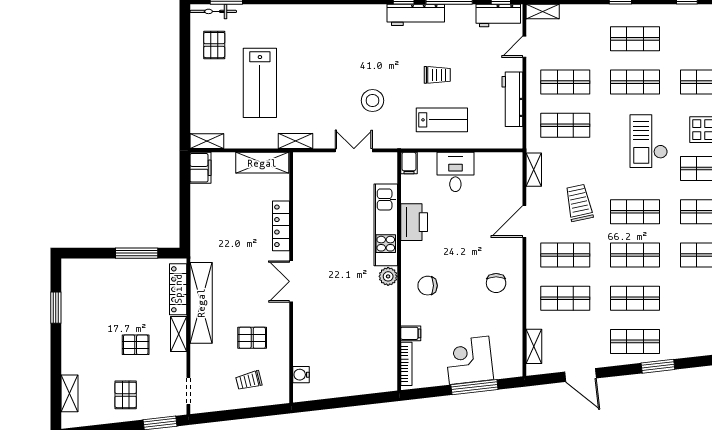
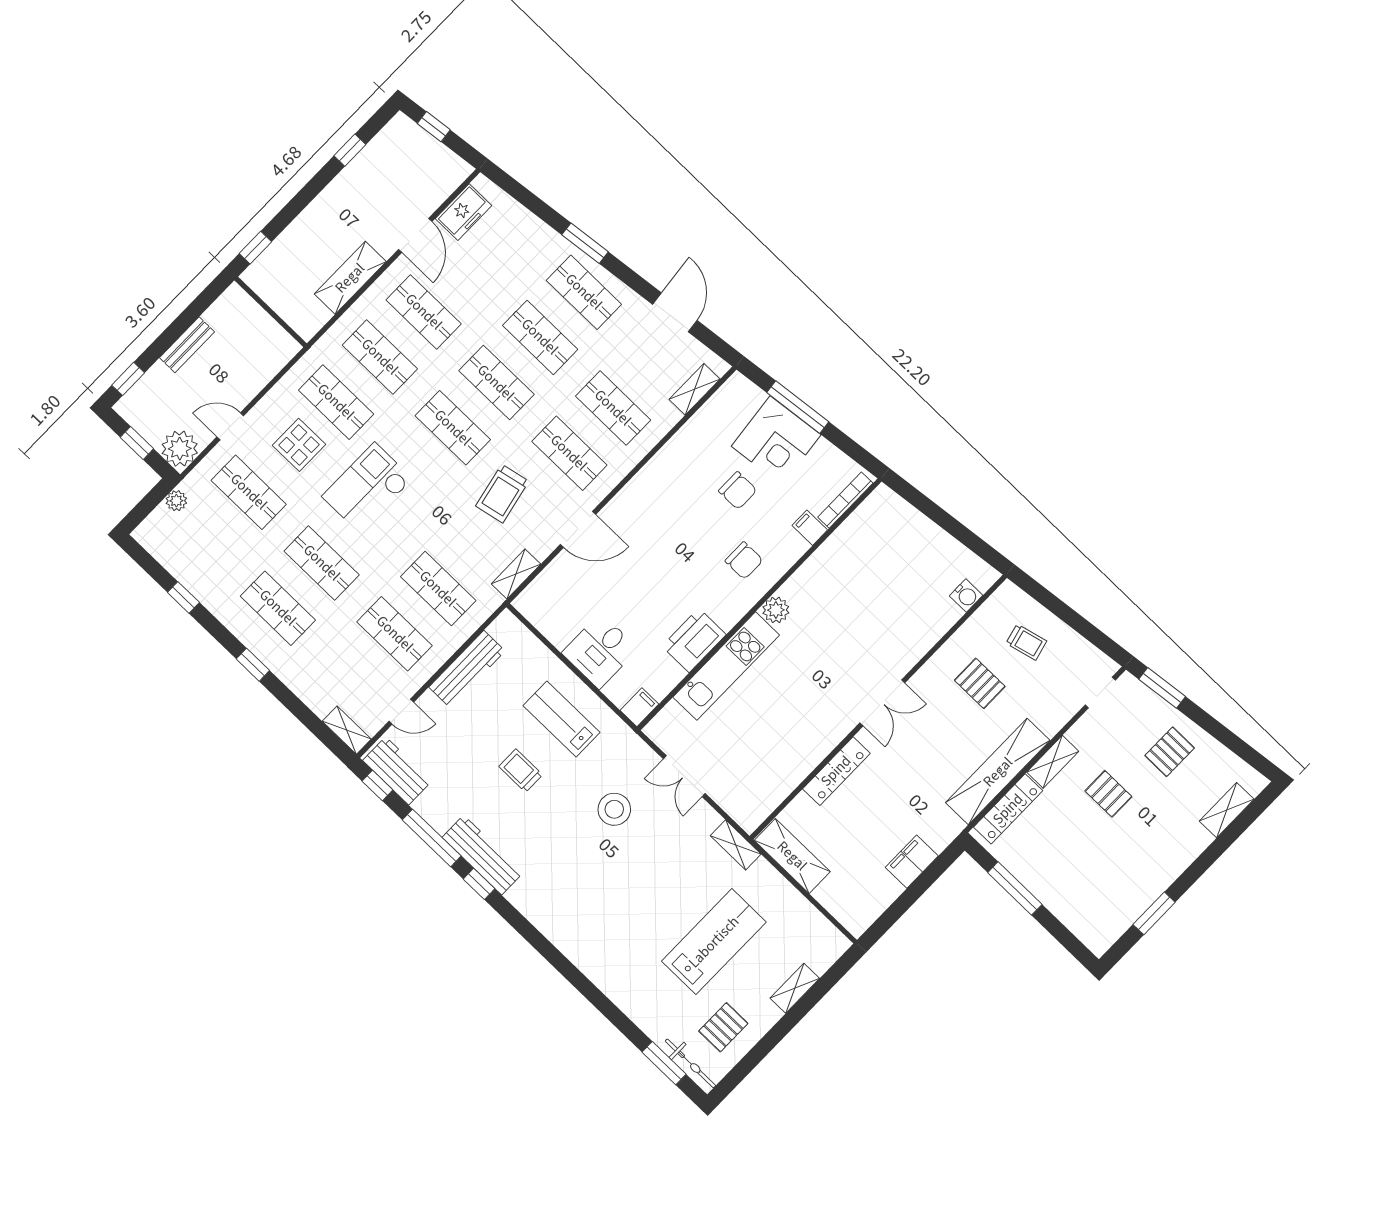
shelving: (207, 141) -> (795, 988), moved, turned 90
checkout: (649, 141) -> (367, 488), turned 180
filing cabinet: (200, 168) -> (912, 862), moved
chair: (496, 283) -> (738, 491), moved, turned 90

